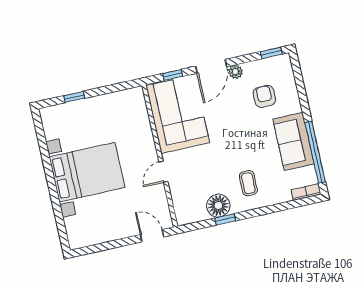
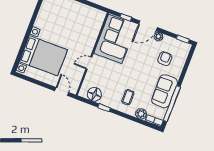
bed with nightstands: (87, 172) -> (43, 56), moved
plant: (282, 194) -> (141, 114), added
floor lamp: (218, 206) -> (94, 94), moved

